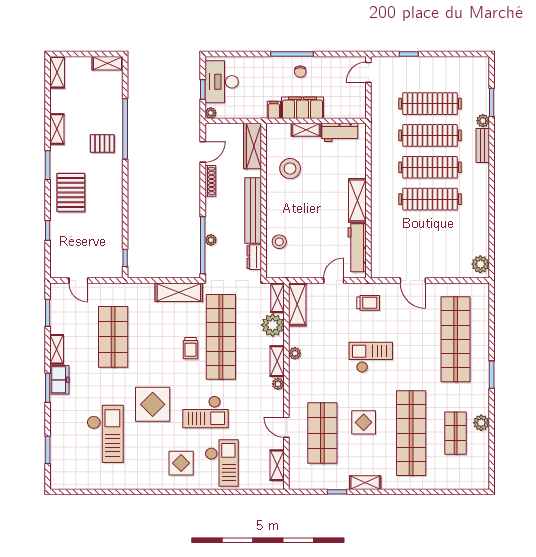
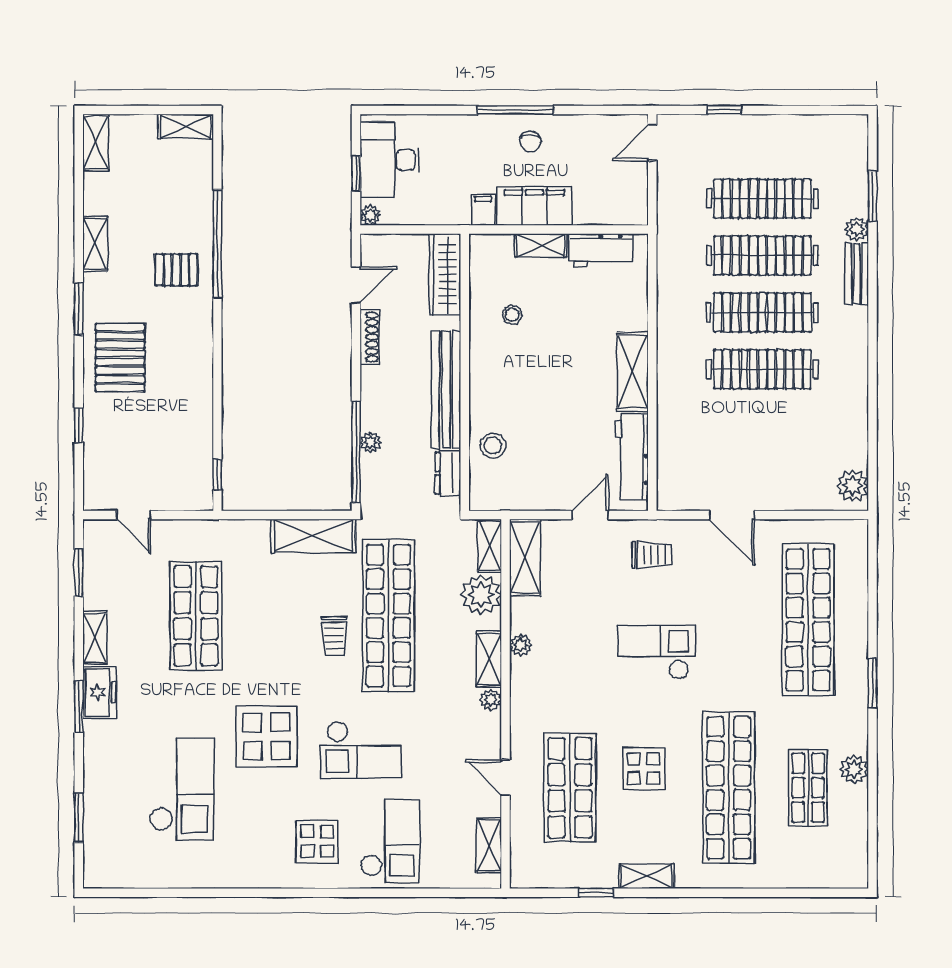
stool: (290, 169) -> (512, 315), width x0.53, depth x0.53

